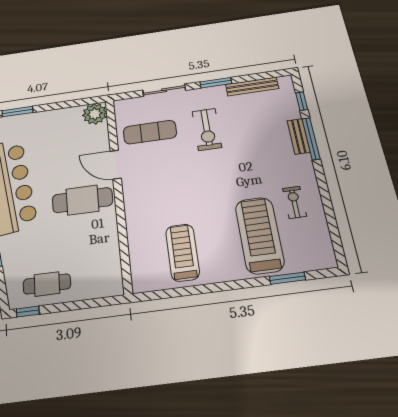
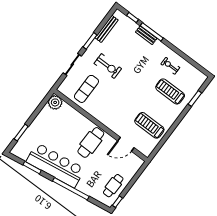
door: (116, 165) -> (126, 144), moved
treadmill: (259, 235) -> (170, 91), width x0.73, depth x0.73

